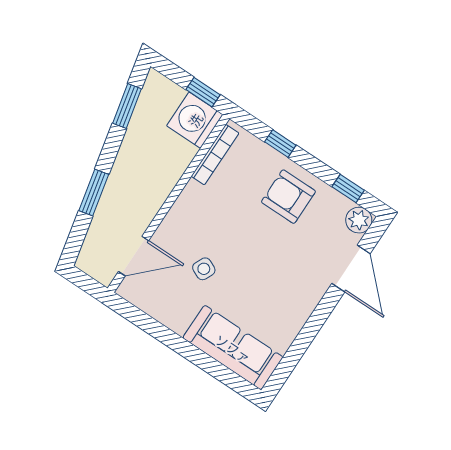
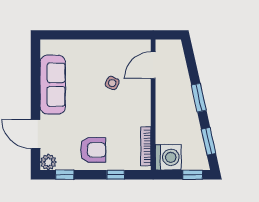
window: (203, 92) -> (193, 175), moved
window: (94, 192) -> (199, 98), moved
sofa: (233, 348) -> (53, 85), moved, turned -90

